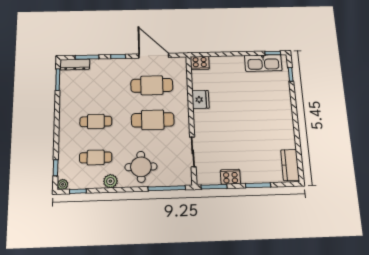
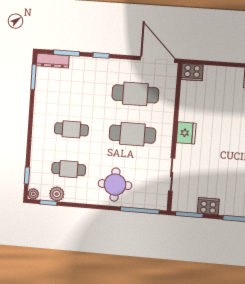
door: (154, 56) -> (158, 59), moved
fridge: (200, 99) -> (186, 133), moved
plant: (110, 181) -> (57, 194), moved

